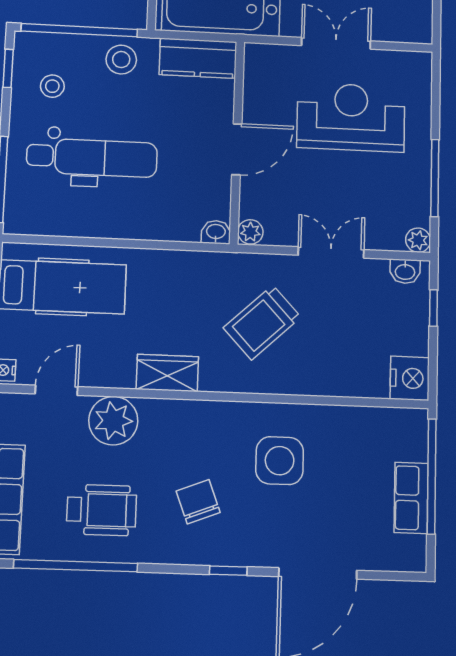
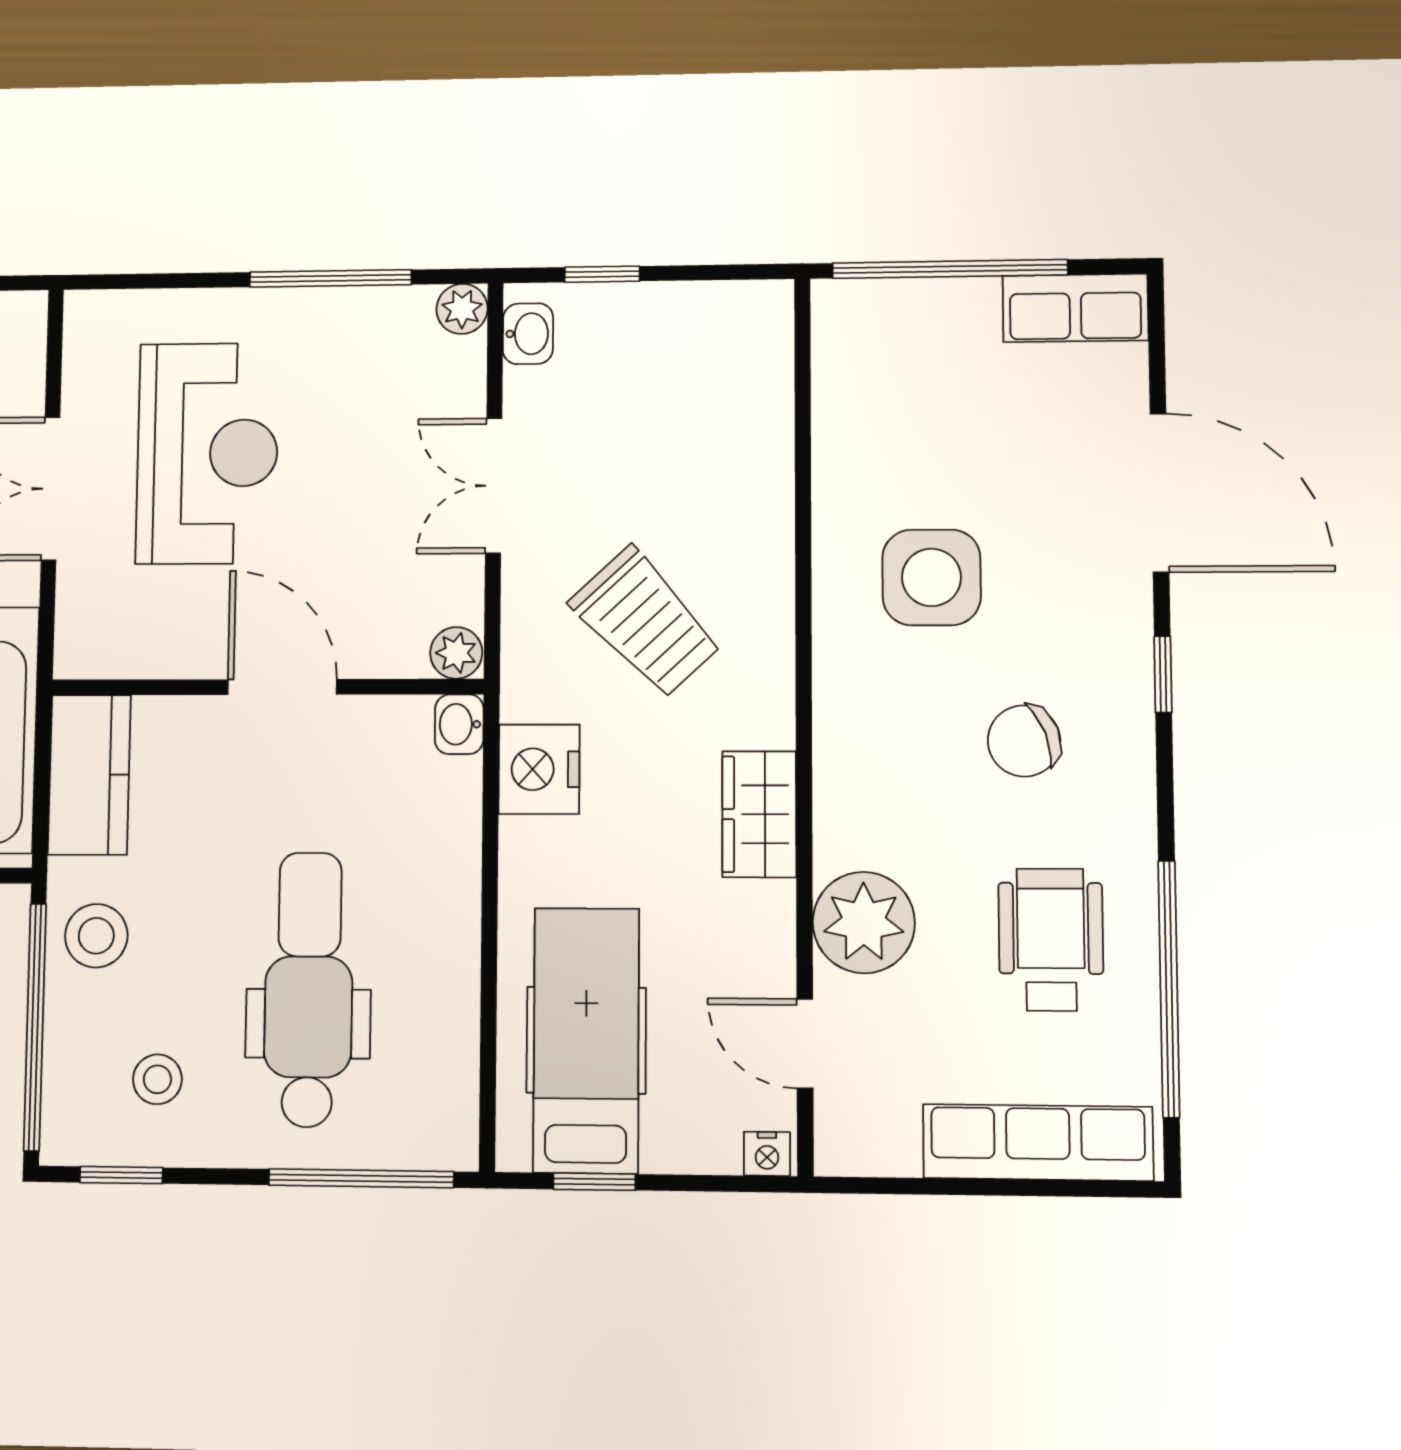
reception desk: (351, 117) -> (207, 453), turned 180
nightstand: (410, 378) -> (539, 769), moved, turned -90
row of seats: (411, 498) -> (1075, 308), moved

